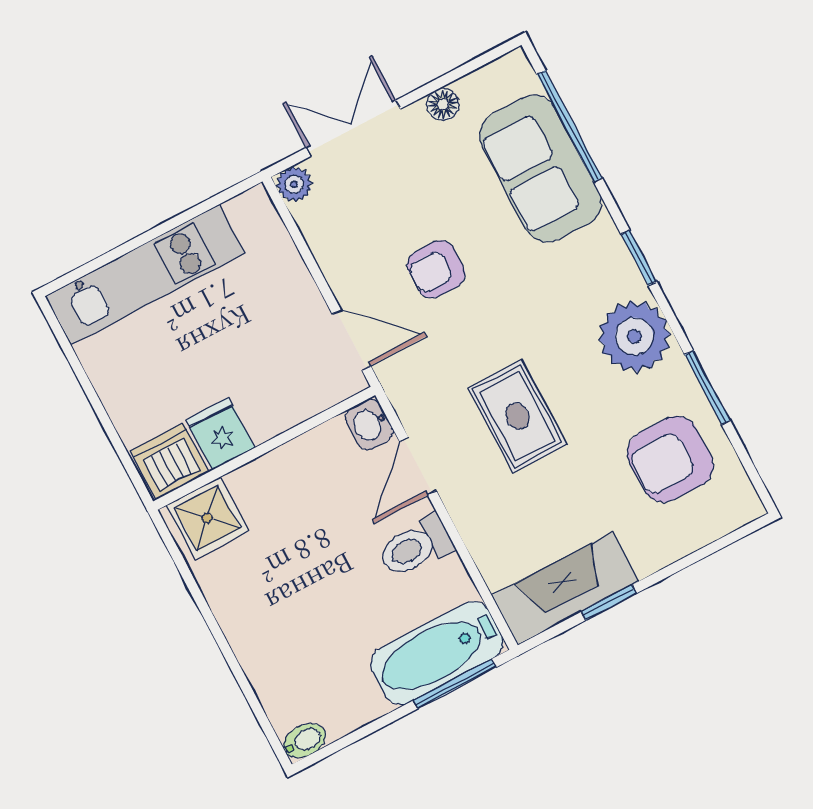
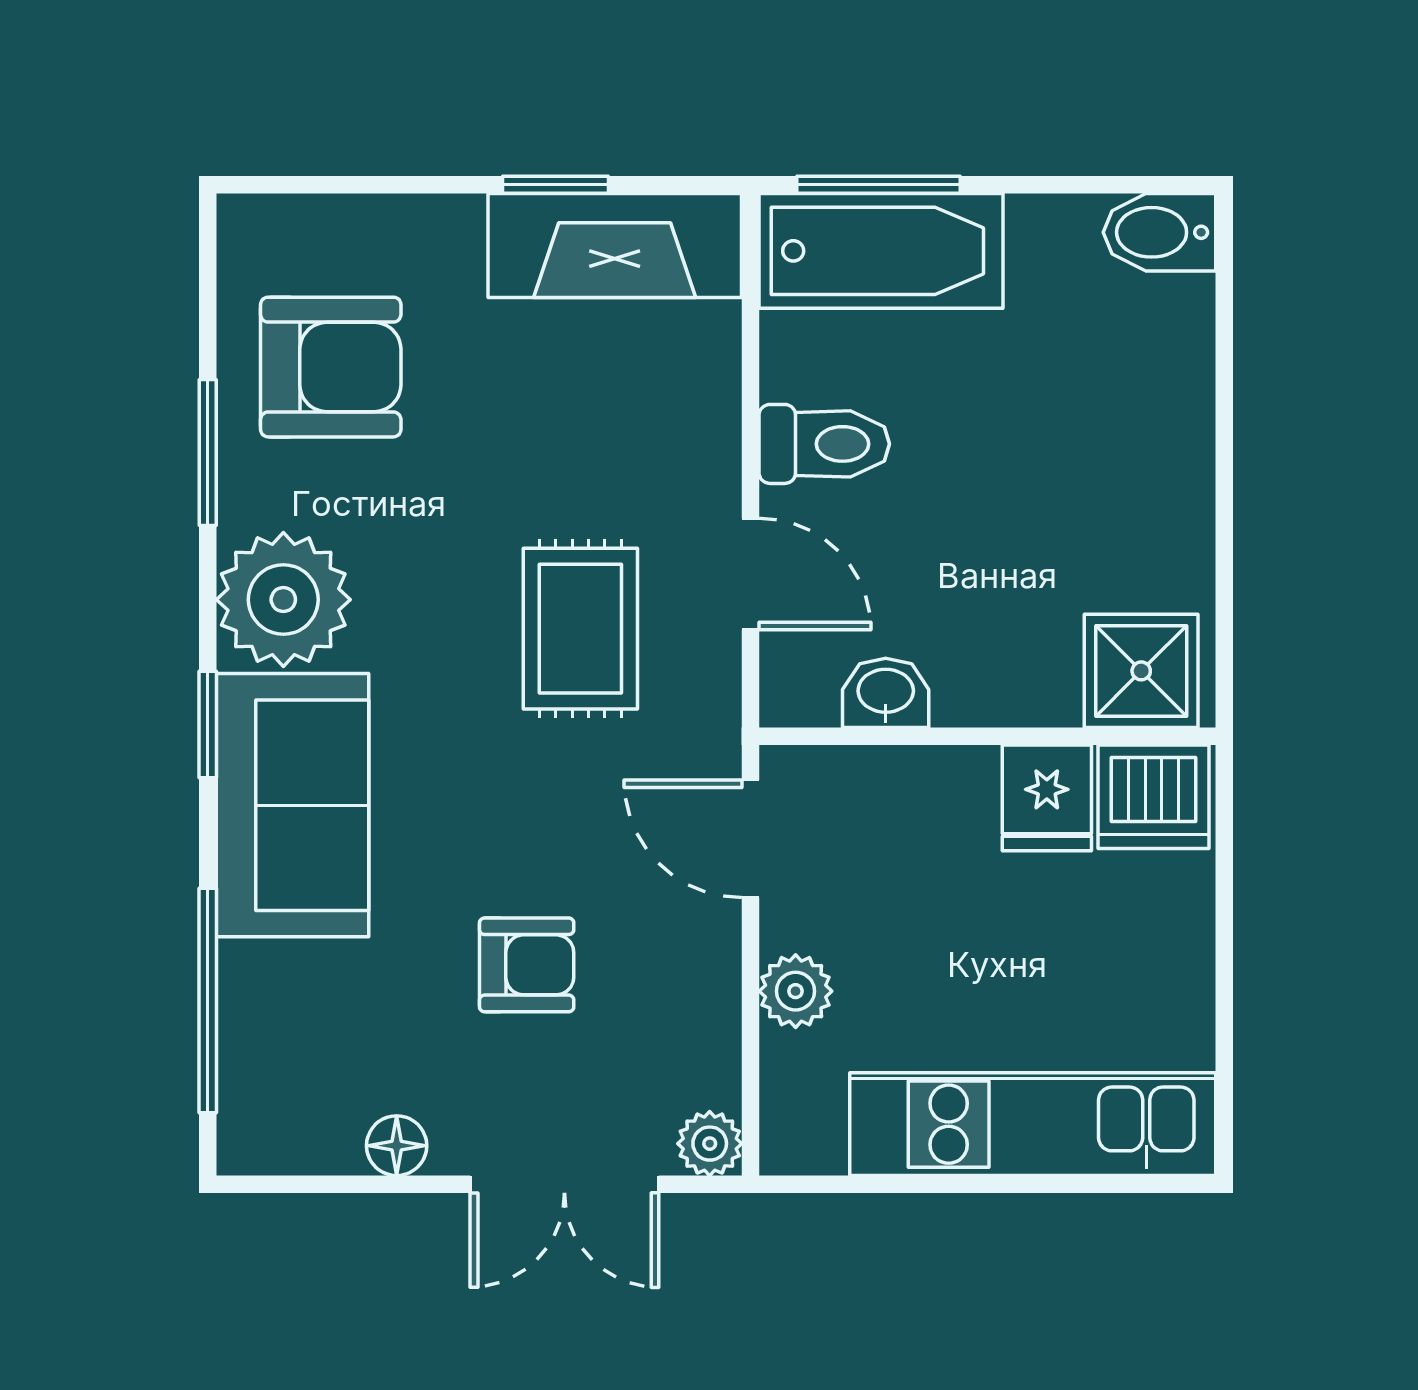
sofa: (540, 169) -> (292, 805), moved
armchair: (436, 269) -> (527, 965), moved
plant: (292, 278) -> (796, 991), added
rug: (518, 416) -> (580, 629), moved
washbasin: (369, 424) -> (886, 693), moved, turned -90
door: (418, 466) -> (750, 574), hinge flipped
bidet: (304, 741) -> (1159, 232), width x1.38, depth x1.36

